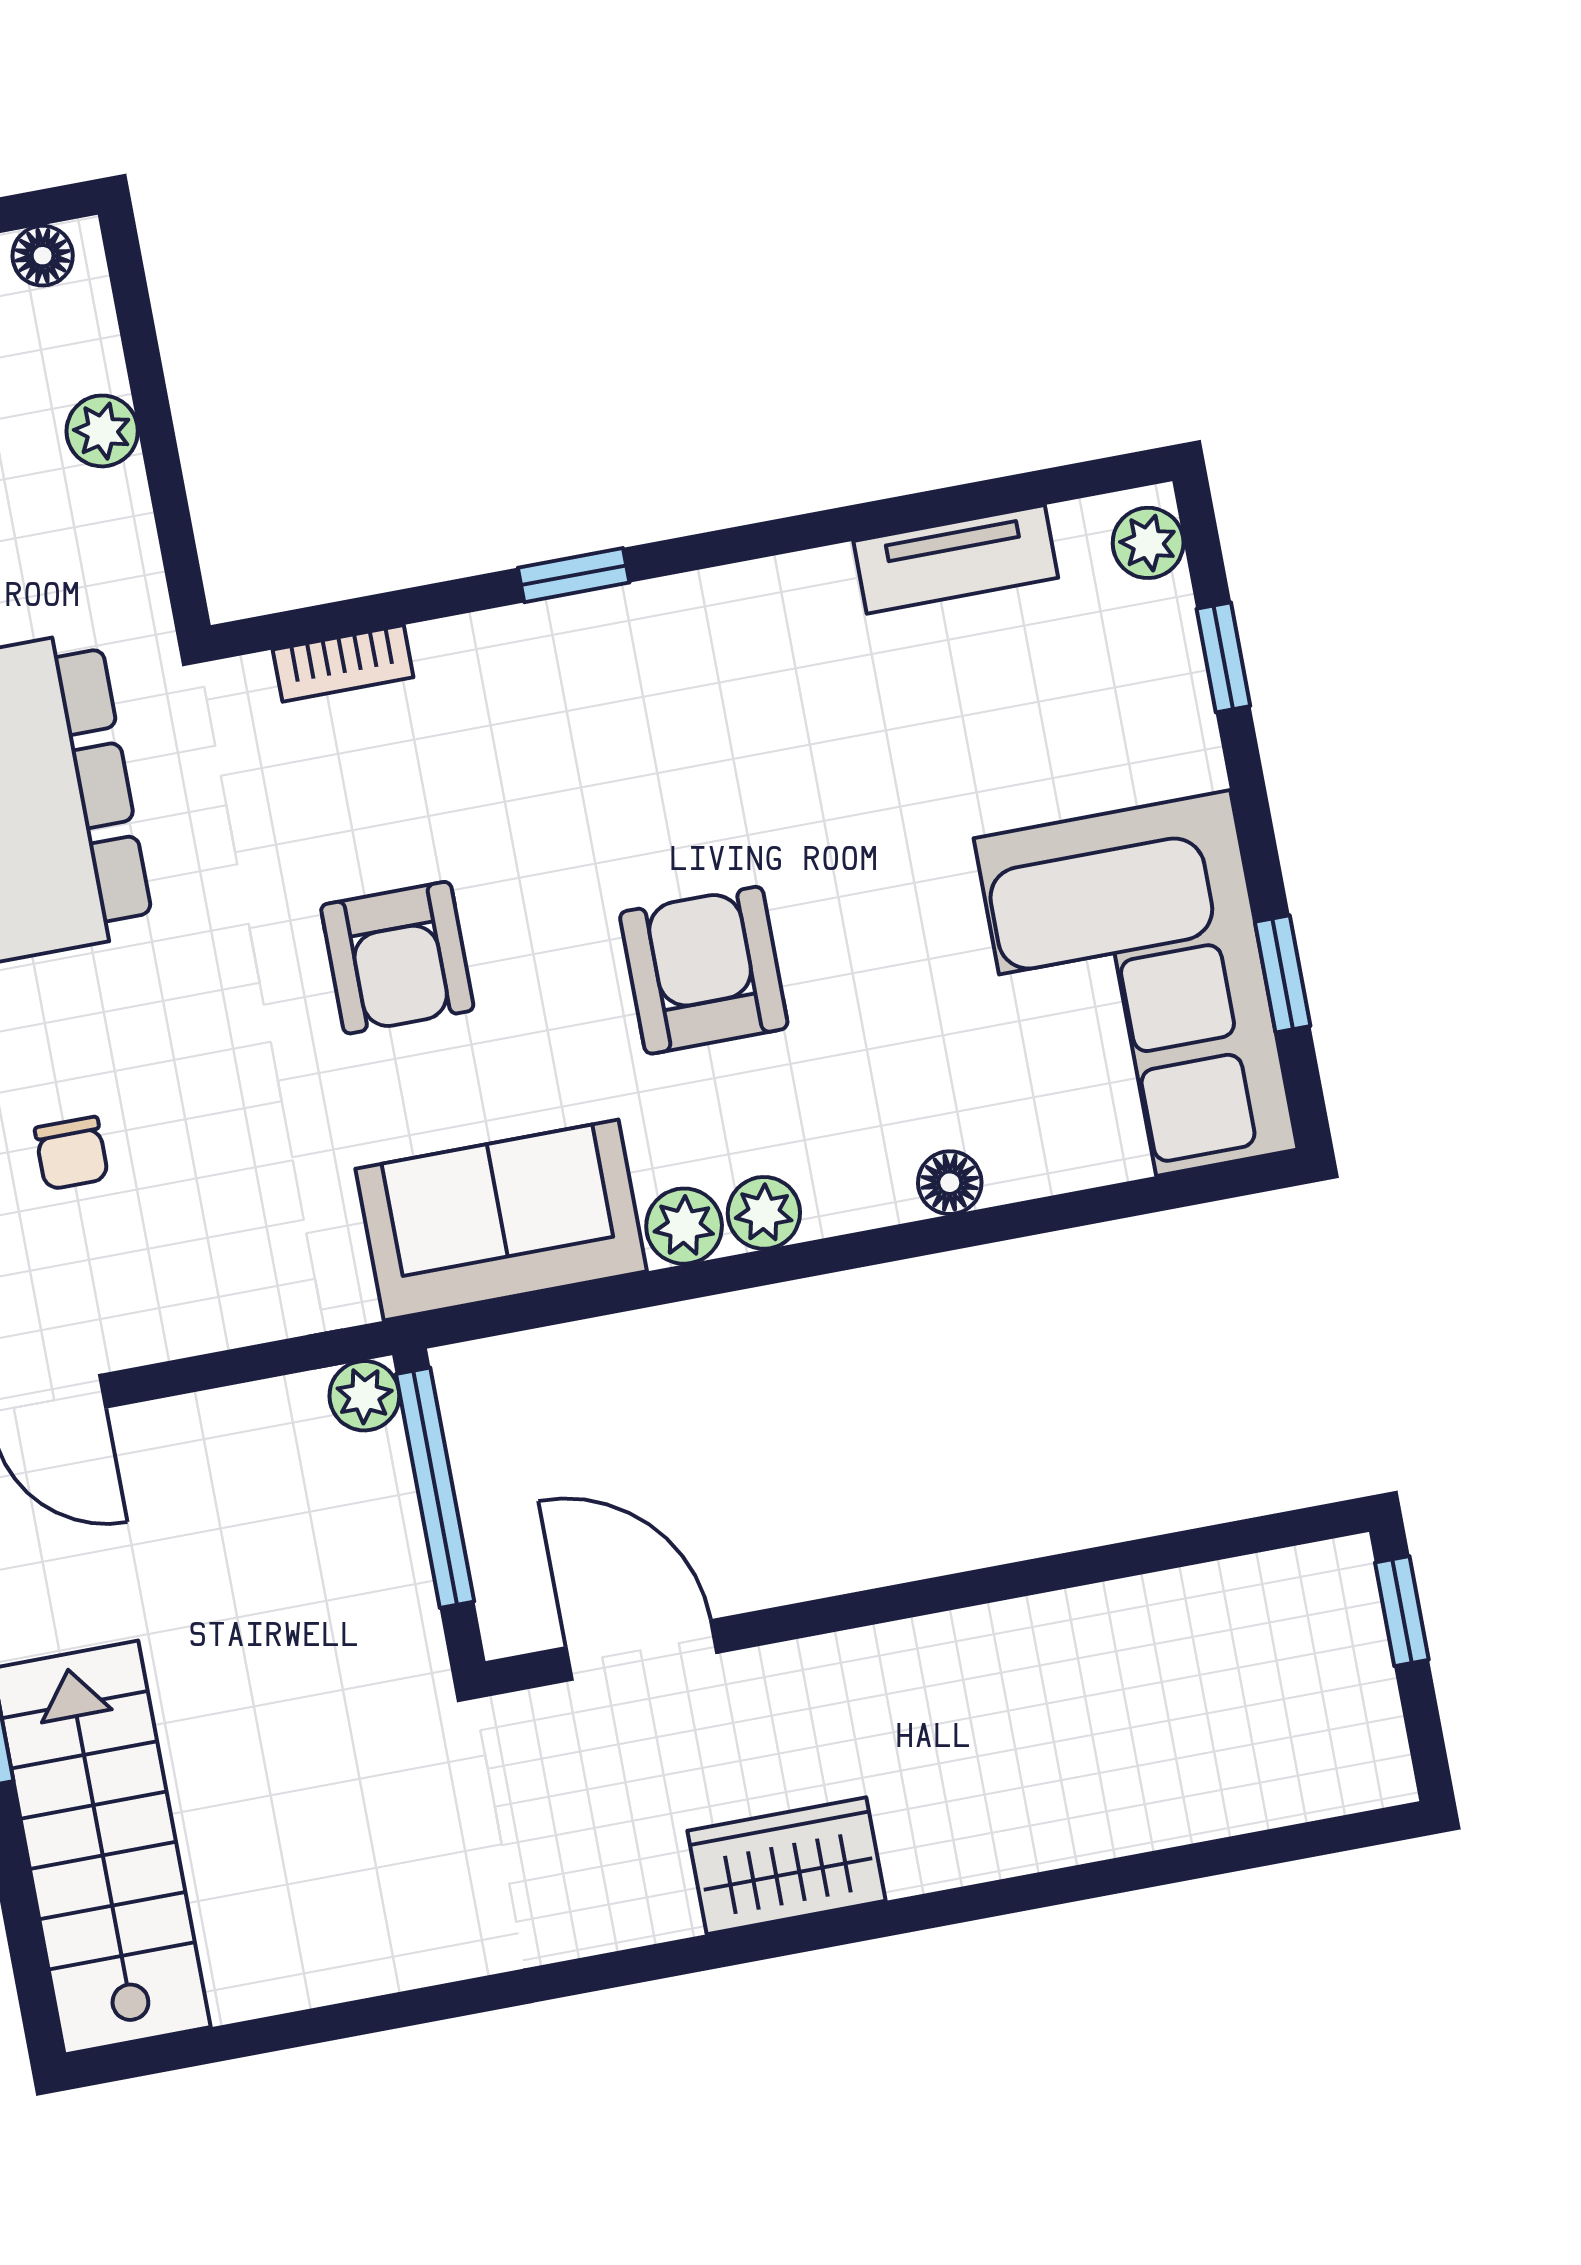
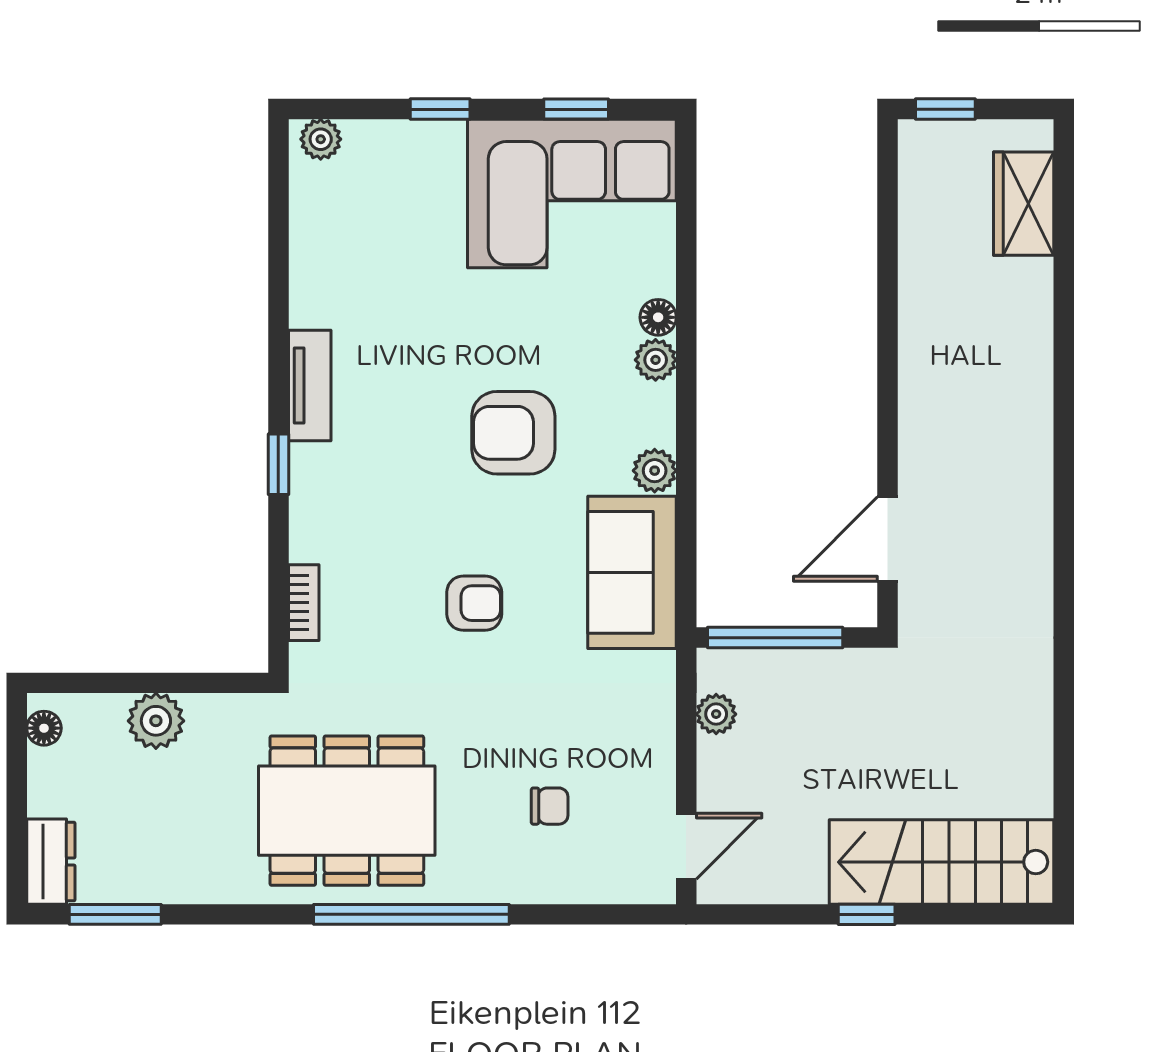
plant: (102, 431) -> (156, 721), width x1.38, depth x1.38
tv unit: (956, 559) -> (310, 385), moved
window: (1223, 657) -> (440, 109), moved
armchair: (397, 958) -> (474, 603), width x0.72, depth x0.72
plant: (764, 1213) -> (656, 360), moved
plant: (364, 1396) -> (716, 714), moved
wardrobe: (786, 1866) -> (1024, 204), moved

